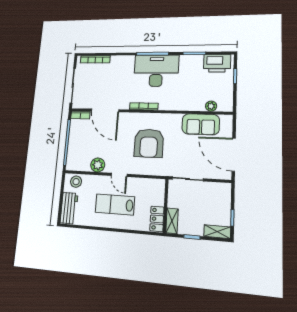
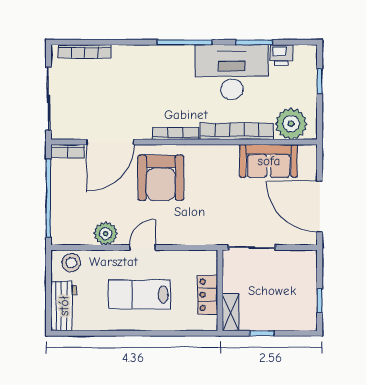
printer: (217, 63) -> (281, 55), width x0.53, depth x0.68
desk: (156, 71) -> (232, 72), moved
bookcase: (181, 106) -> (237, 131), added
plant: (211, 106) -> (291, 124), width x1.88, depth x1.88
door: (105, 110) -> (110, 142), hinge flipped
armchair: (149, 143) -> (161, 178), moved
door: (119, 175) -> (143, 248), swing flipped
locker: (157, 219) -> (208, 295), moved
shelving: (217, 232) -> (298, 322), removed

